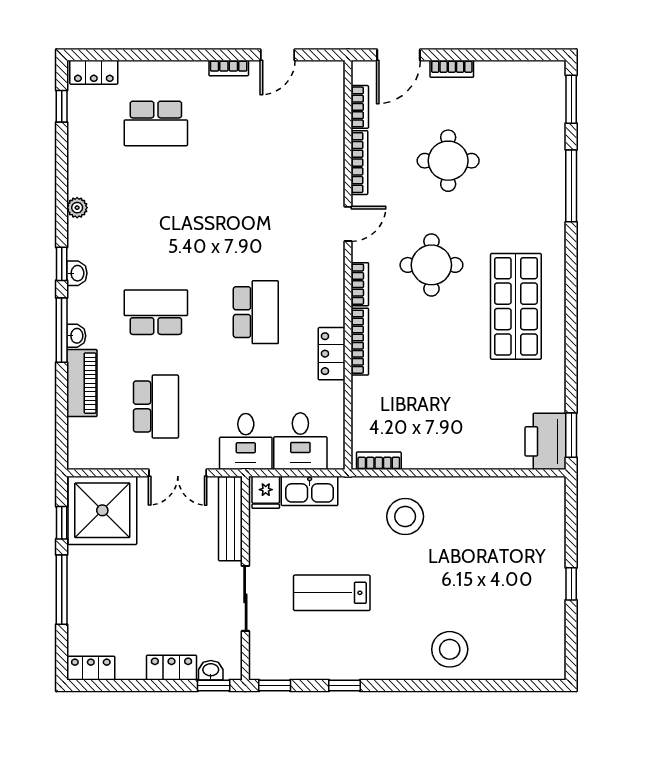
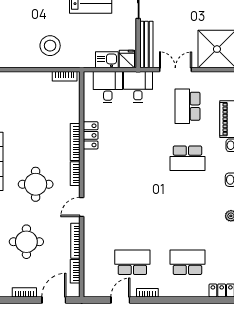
school desk: (256, 312) -> (132, 262), moved, turned 90
kitchen sink: (310, 491) -> (107, 60), width x0.73

